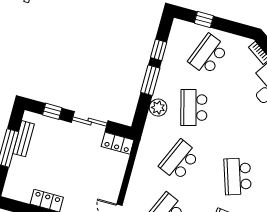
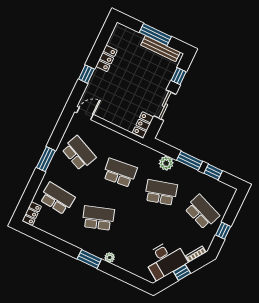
window: (204, 20) -> (223, 231), moved
bench: (24, 139) -> (160, 49), width x1.36
school desk: (179, 160) -> (120, 173), turned -30

